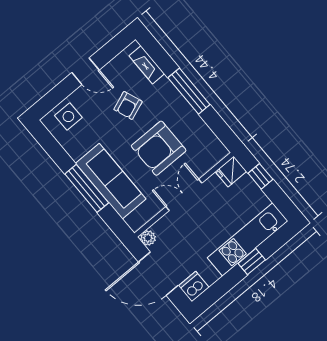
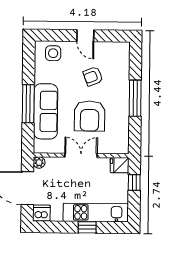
fireplace: (147, 65) -> (124, 62), removed
armchair: (159, 148) -> (90, 116), turned -90

